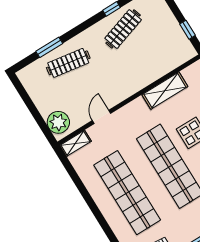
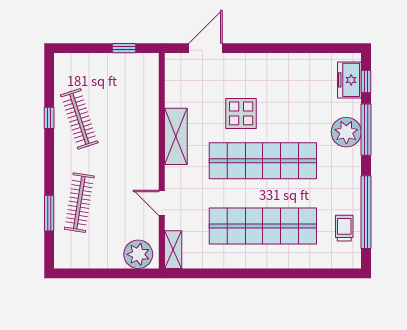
shelving: (165, 91) -> (176, 136), moved

